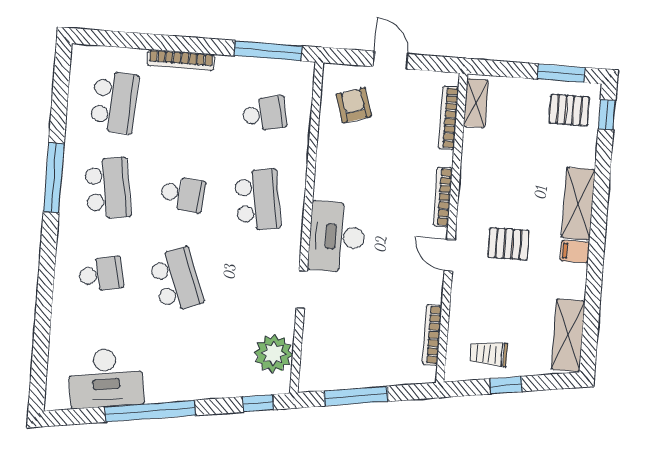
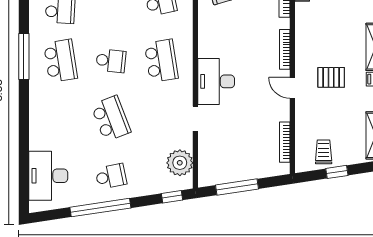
school desk: (101, 274) -> (111, 176), moved
trolley: (489, 354) -> (324, 152), turned 90
desk: (106, 378) -> (48, 176), moved, turned 99

